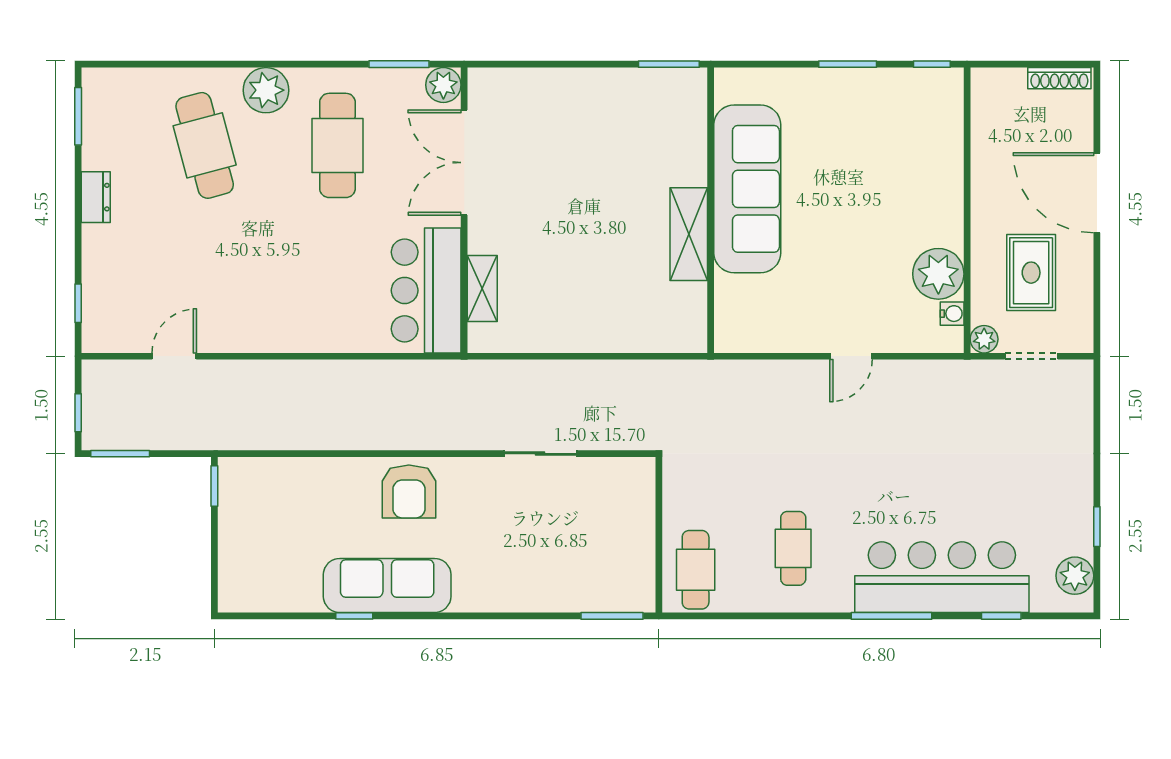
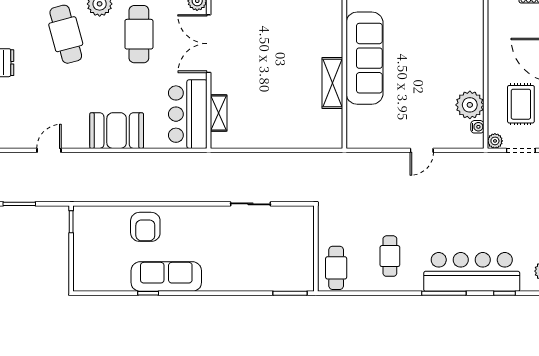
booth: (297, 320) -> (117, 131), added
armchair: (409, 492) -> (145, 227), moved

